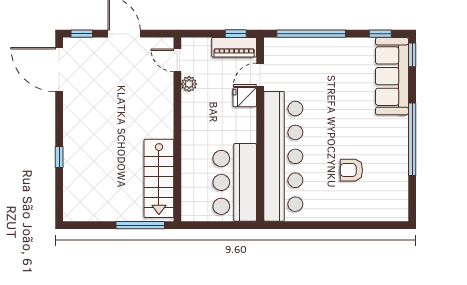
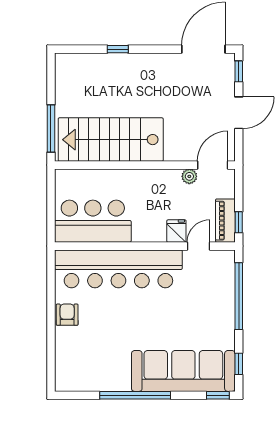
door: (177, 60) -> (213, 165), width x1.38
door: (260, 75) -> (198, 246), hinge flipped
sofa: (392, 76) -> (183, 371), width x1.36, depth x1.27
armchair: (351, 170) -> (67, 315), moved
stairs: (159, 178) -> (111, 140), width x1.36, depth x1.51

